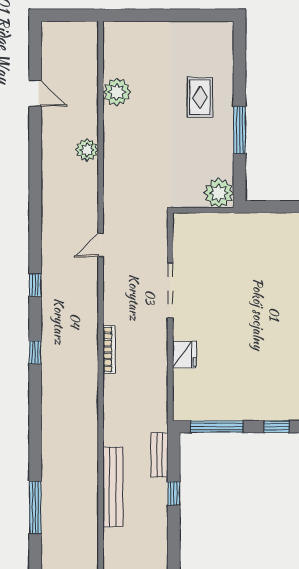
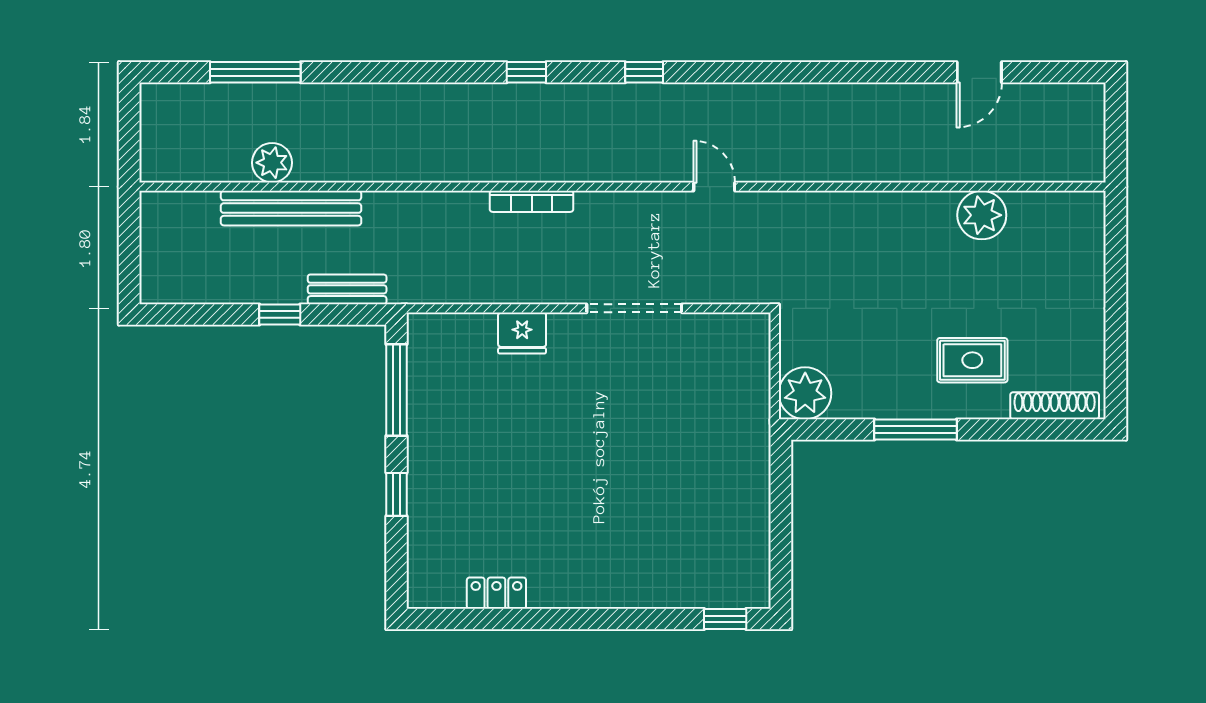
shoe rack: (226, 50) -> (1055, 406), added
plant: (87, 150) -> (272, 163), moved

